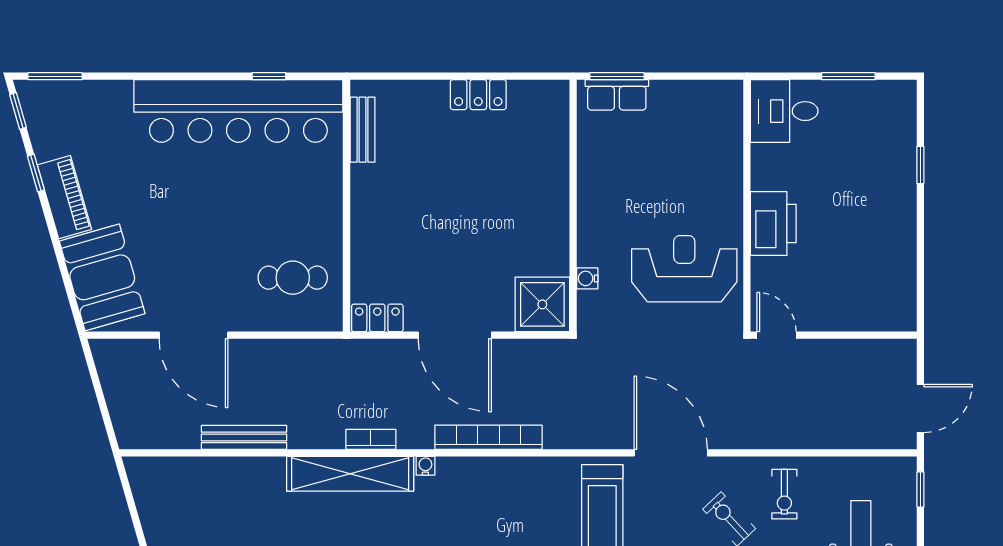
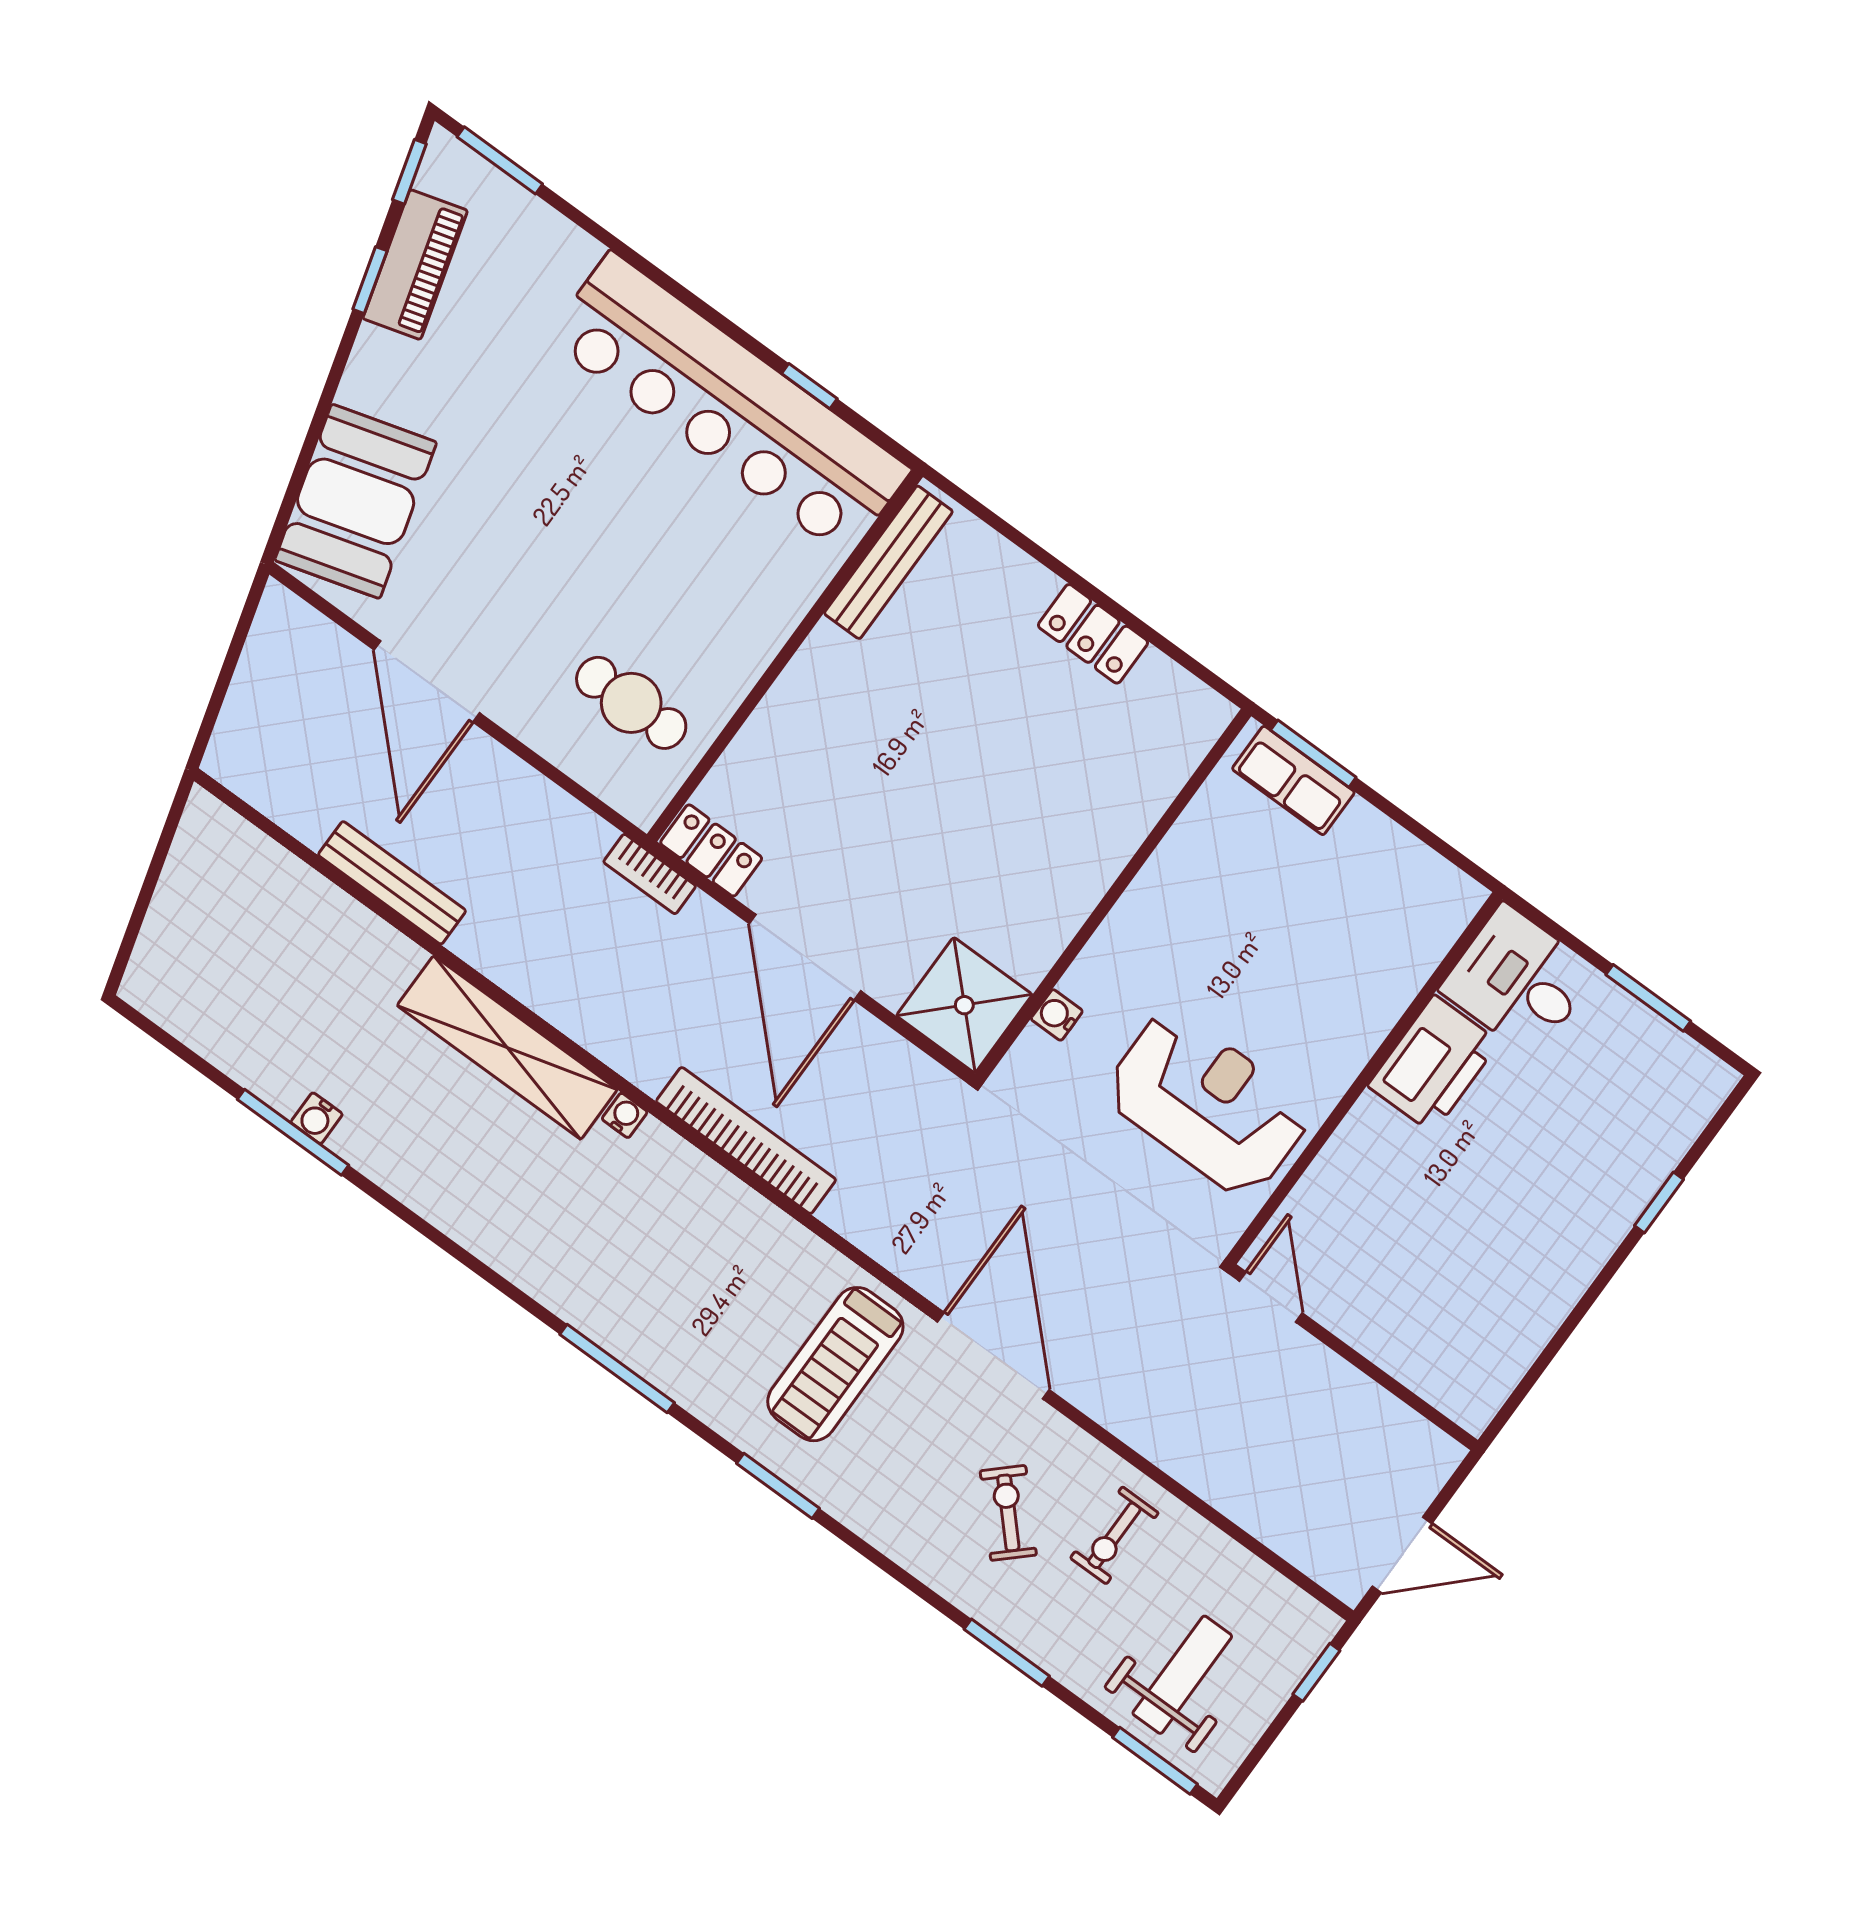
bench: (362, 130) -> (888, 562), width x1.36
piano: (64, 197) -> (415, 265), moved
printer: (773, 224) -> (1433, 1064), moved
bookcase: (371, 439) -> (650, 874), moved, turned 180

